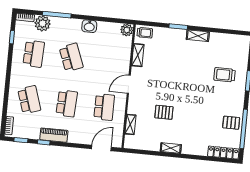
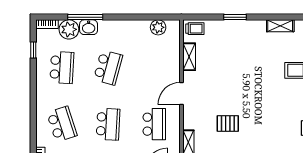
washbasin: (89, 26) -> (89, 27), moved
plant: (127, 30) -> (158, 27), moved
shelving: (198, 36) -> (280, 26), moved
school desk: (71, 57) -> (108, 67), turned 36

